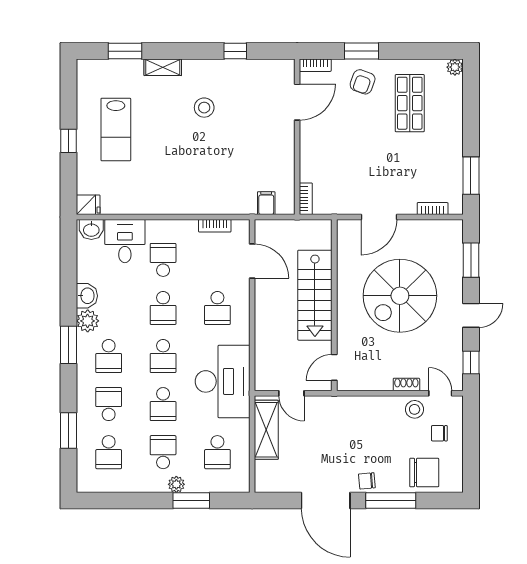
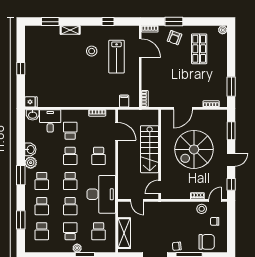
door: (297, 102) -> (140, 48), hinge flipped
lab bench: (116, 129) -> (117, 57), moved
door: (440, 393) -> (215, 200), hinge flipped
school desk: (109, 404) -> (42, 206), turned 180
shelving: (266, 430) -> (124, 233), moved

